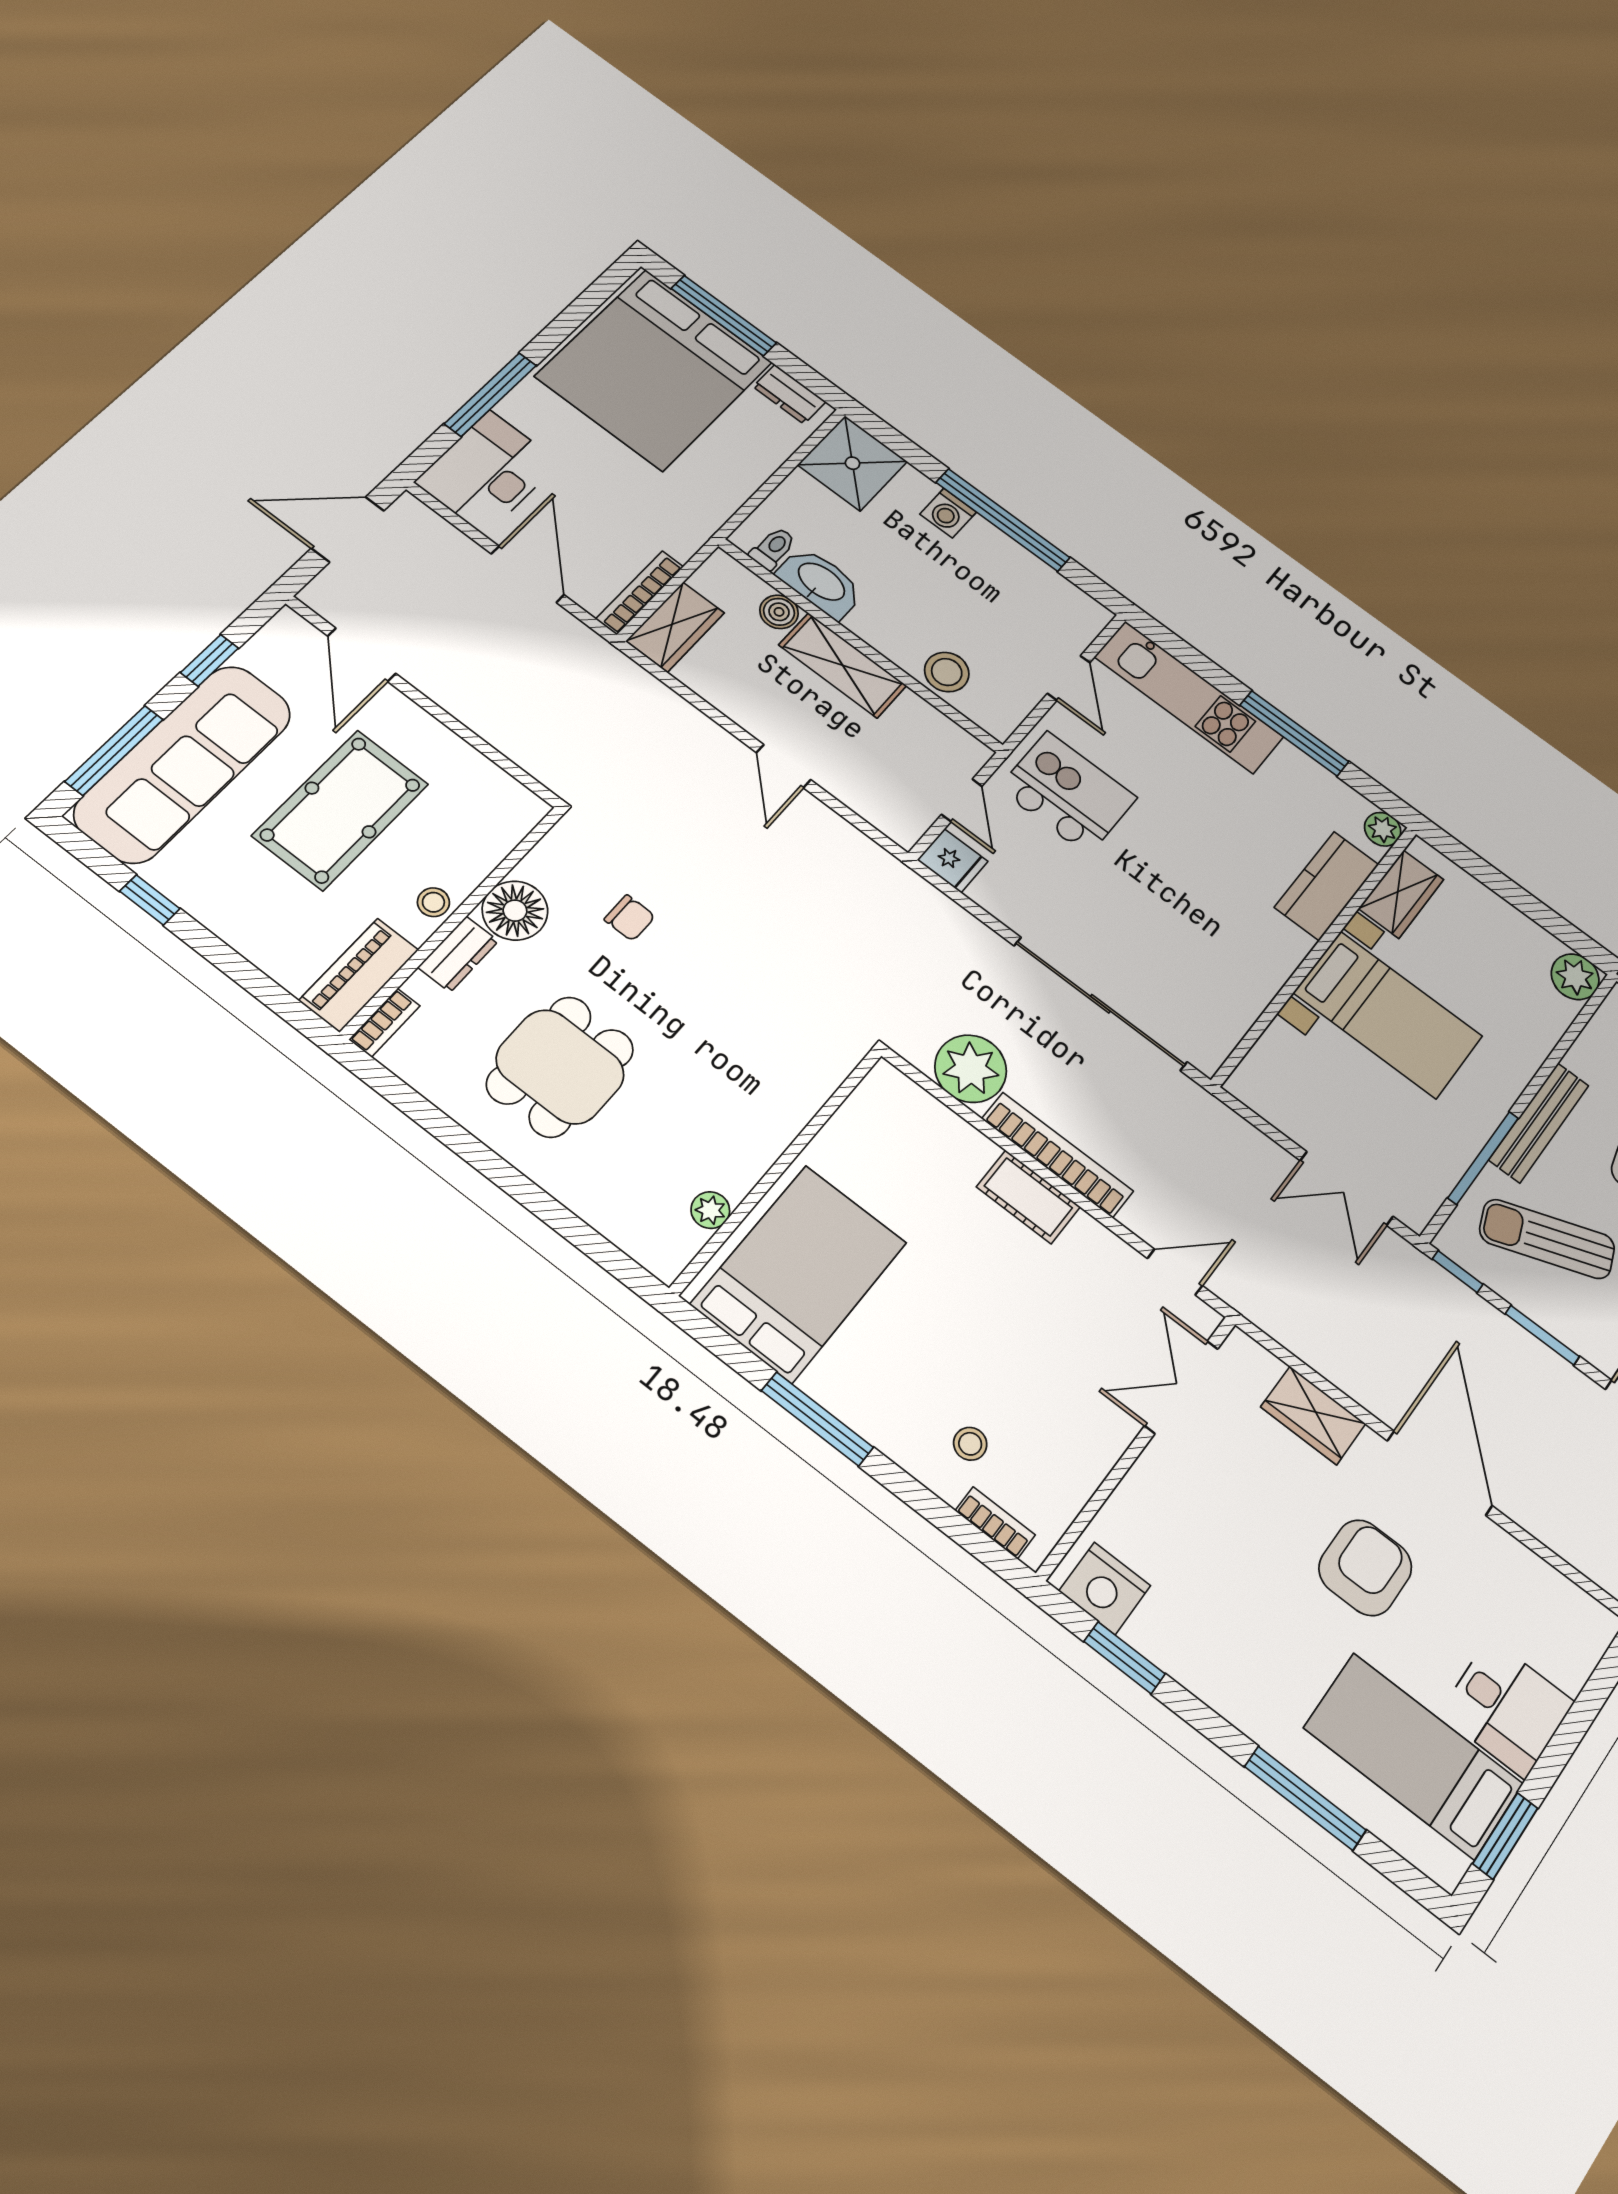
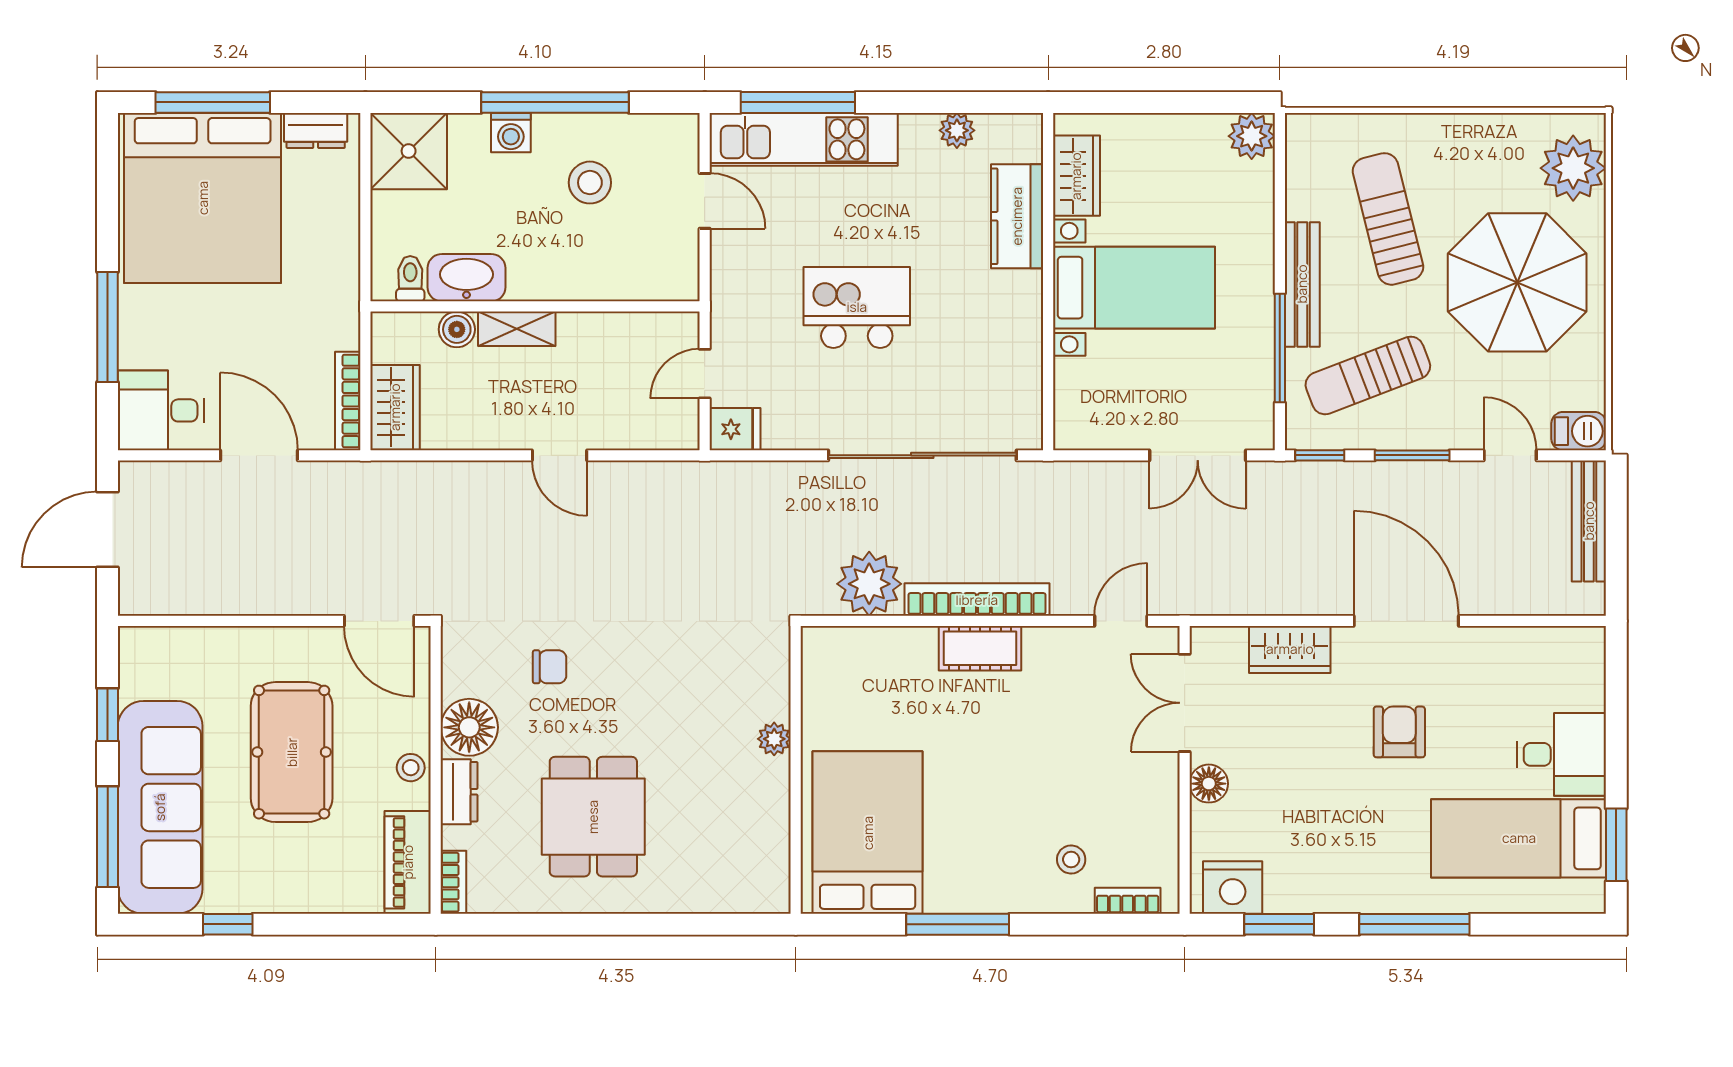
desk: (487, 472) -> (161, 410), width x0.73
door: (362, 655) -> (379, 621), moved
shelving: (843, 665) -> (517, 329), width x0.67, depth x0.75
stool: (947, 672) -> (590, 183), moved
window: (1294, 733) -> (798, 102), moved
kitchen island: (1068, 793) -> (857, 307), moved
door: (962, 800) -> (705, 374), swing flipped
plant: (1383, 829) -> (957, 130), moved
plant: (710, 1210) -> (774, 739), moved
floor lamp: (1151, 1476) -> (1209, 784), added
armchair: (1365, 1568) -> (1399, 732), width x0.72, depth x0.72
window: (1305, 1798) -> (1414, 924), moved

